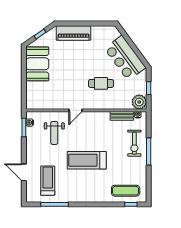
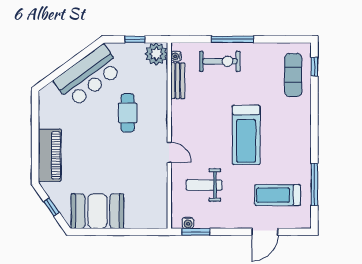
weight bench: (54, 133) -> (204, 185), turned 180

